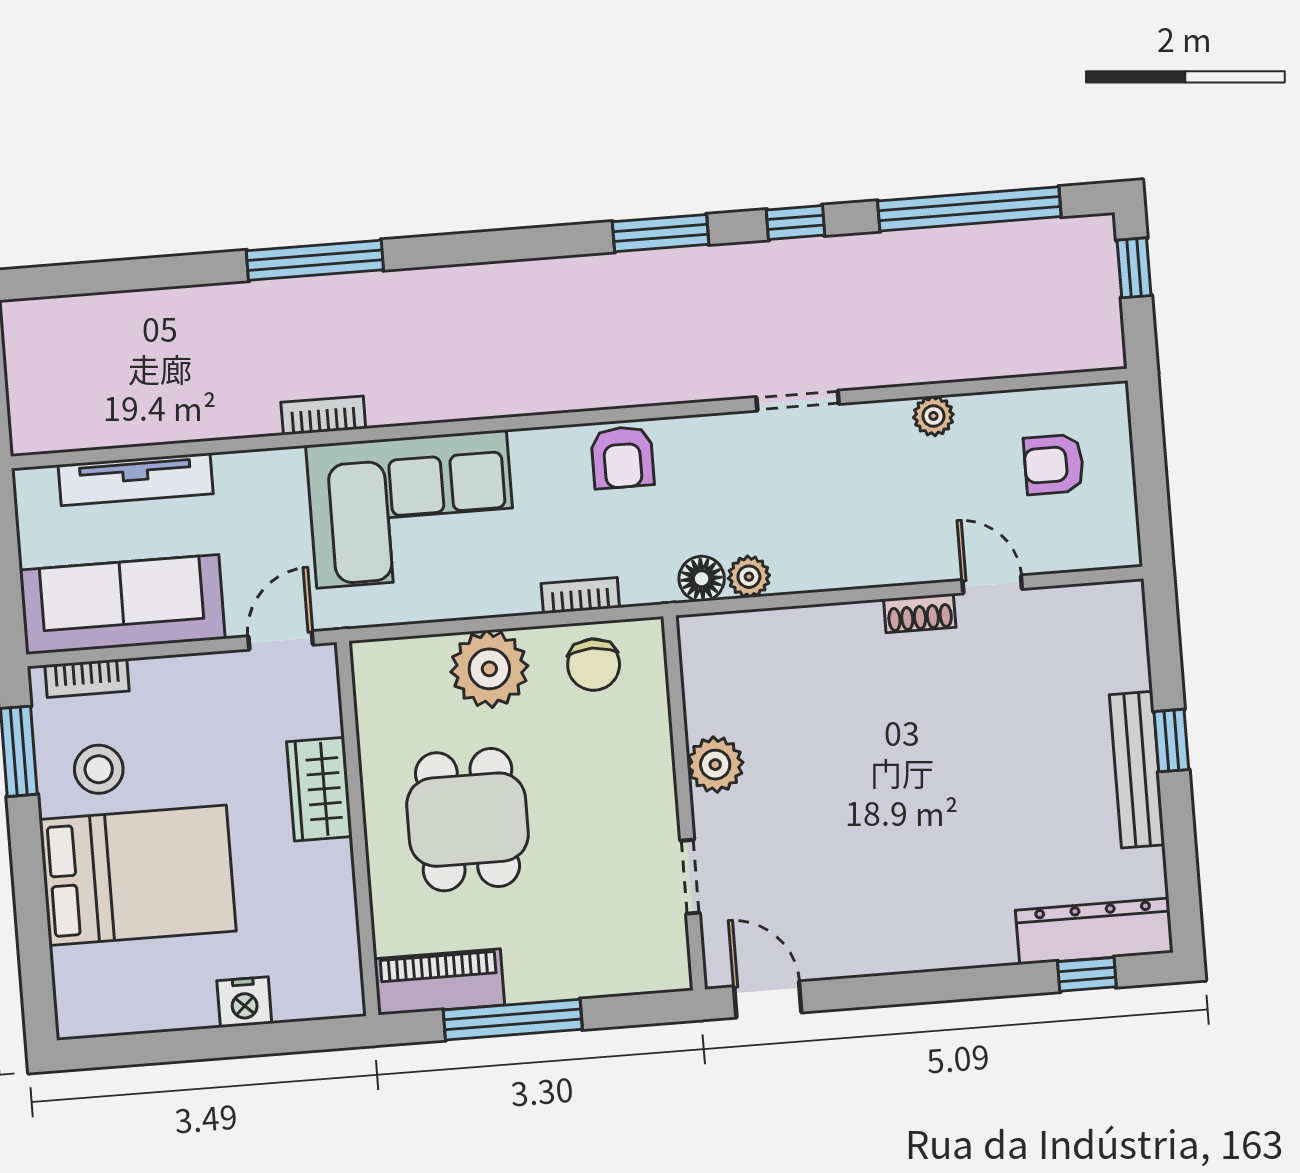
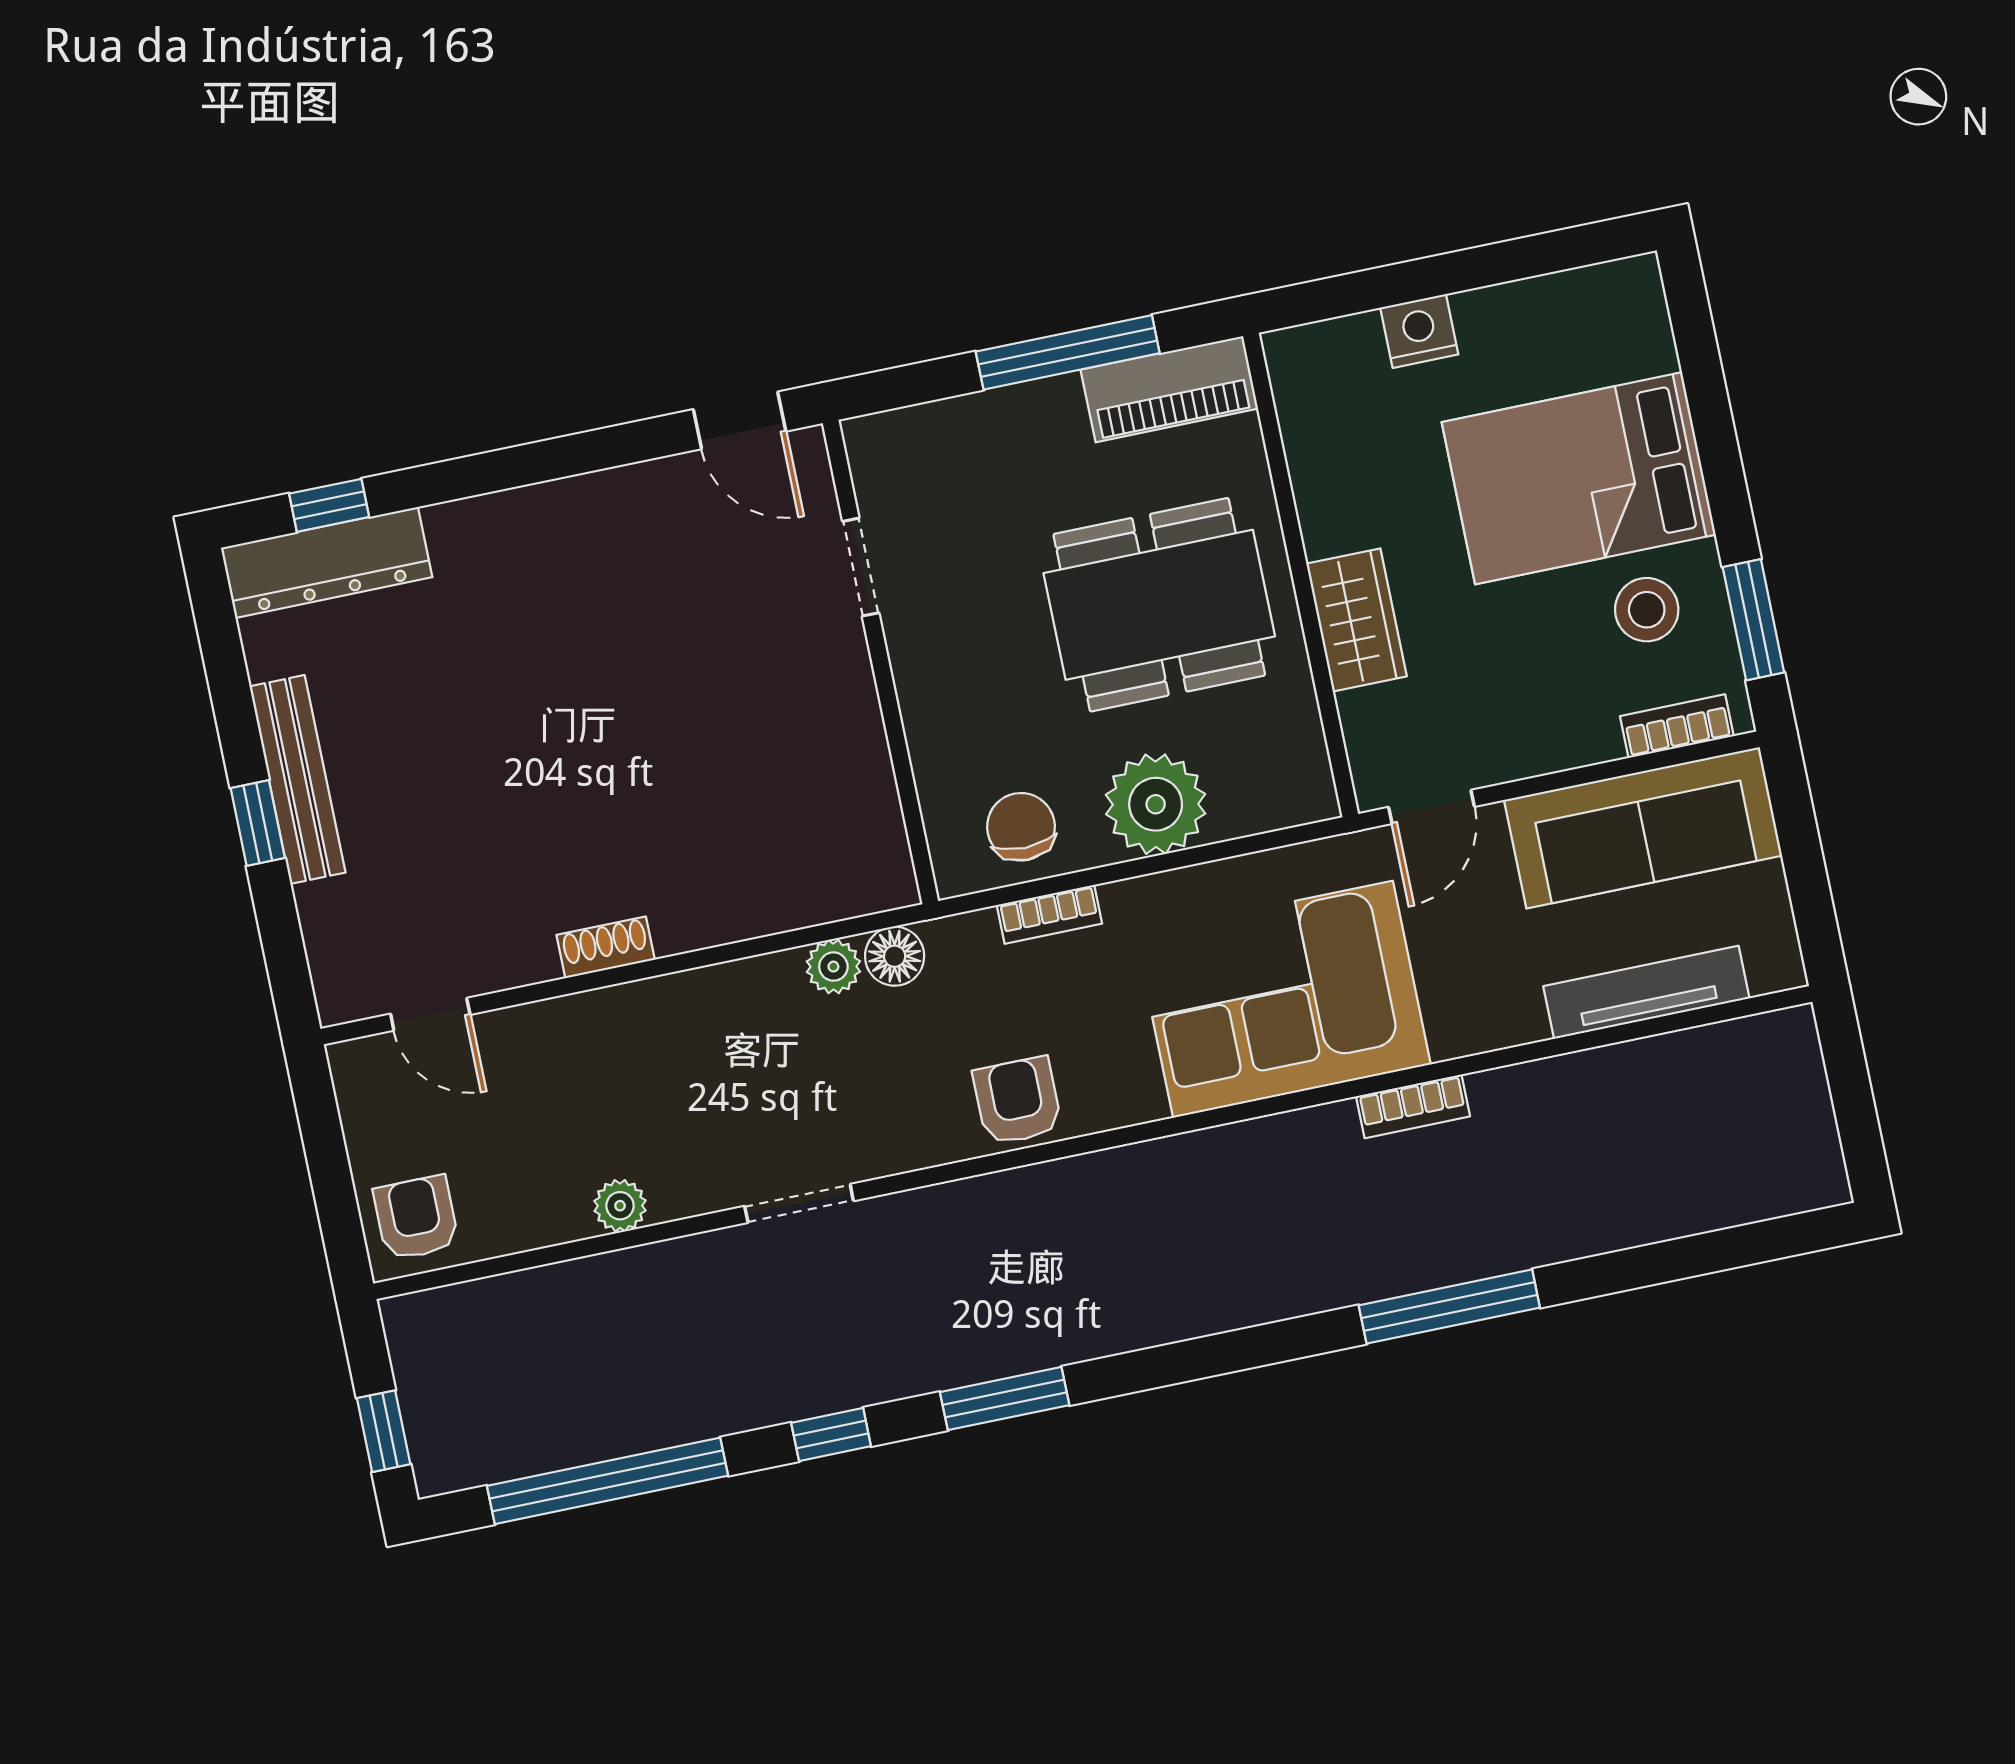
armchair: (1054, 464) -> (416, 1218), moved, turned -90
door: (992, 584) -> (430, 1014), moved
plant: (715, 765) -> (846, 717), removed
dining table: (467, 820) -> (1159, 605), width x1.38

